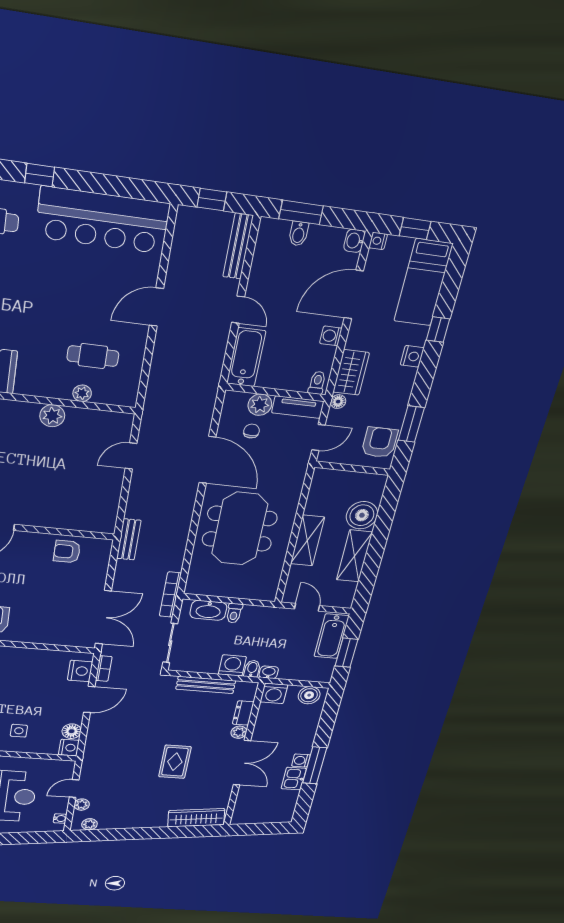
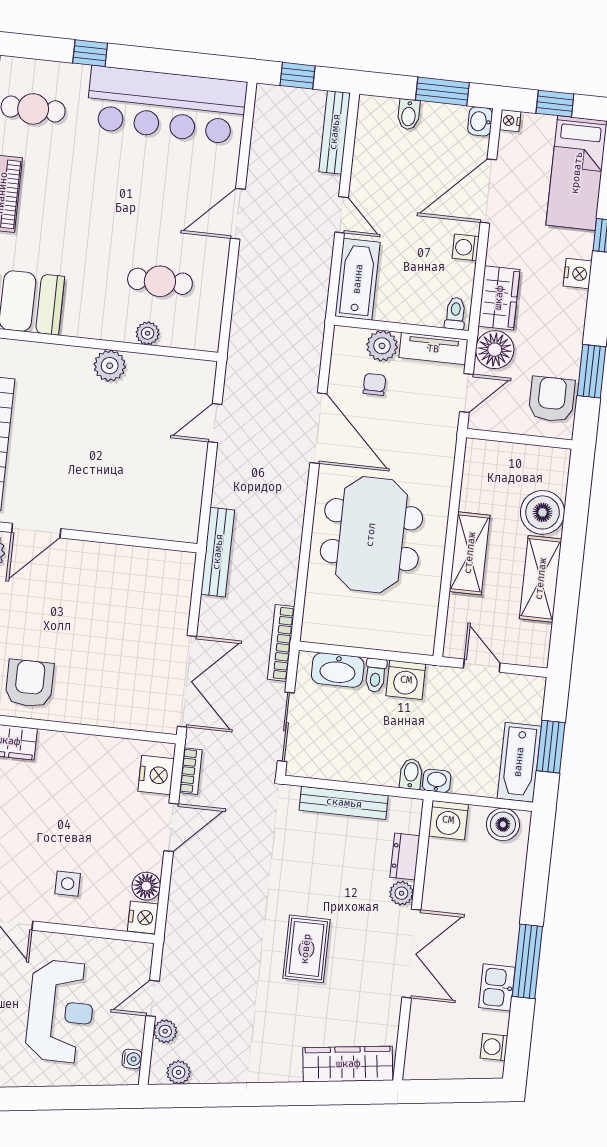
window: (301, 212) -> (442, 91), moved
floor lamp: (338, 402) -> (495, 350), width x1.89, depth x1.89
bench: (129, 539) -> (218, 552), width x1.36
armchair: (67, 551) -> (133, 572), removed
bathtub: (331, 636) -> (519, 762), moved
washing machine: (232, 665) -> (406, 680), moved, turned 180
washing machine: (301, 760) -> (494, 1047), moved

